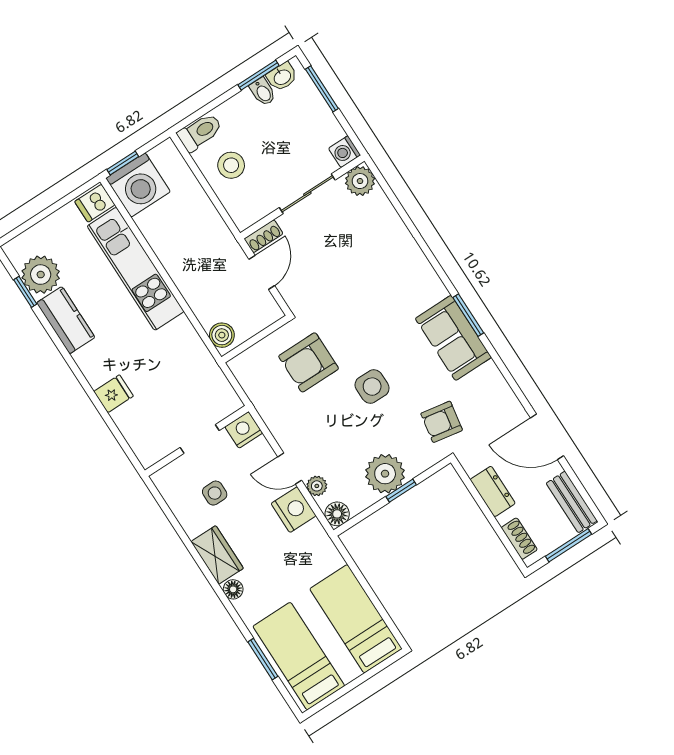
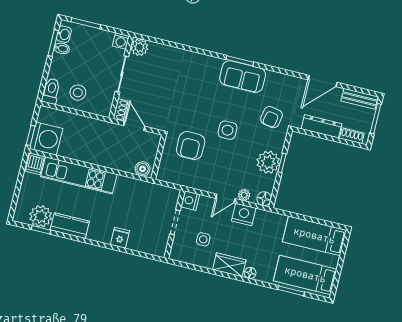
dresser: (493, 491) -> (321, 126), width x1.44

